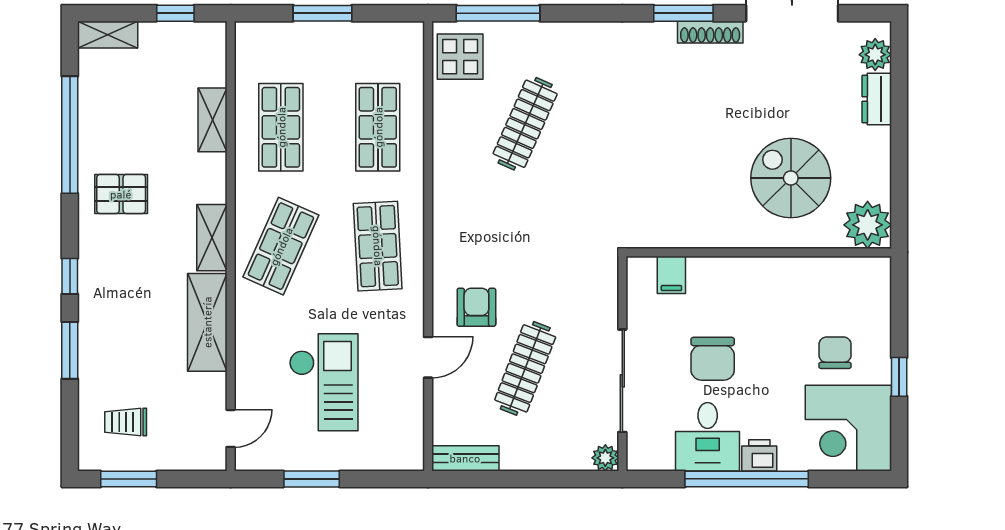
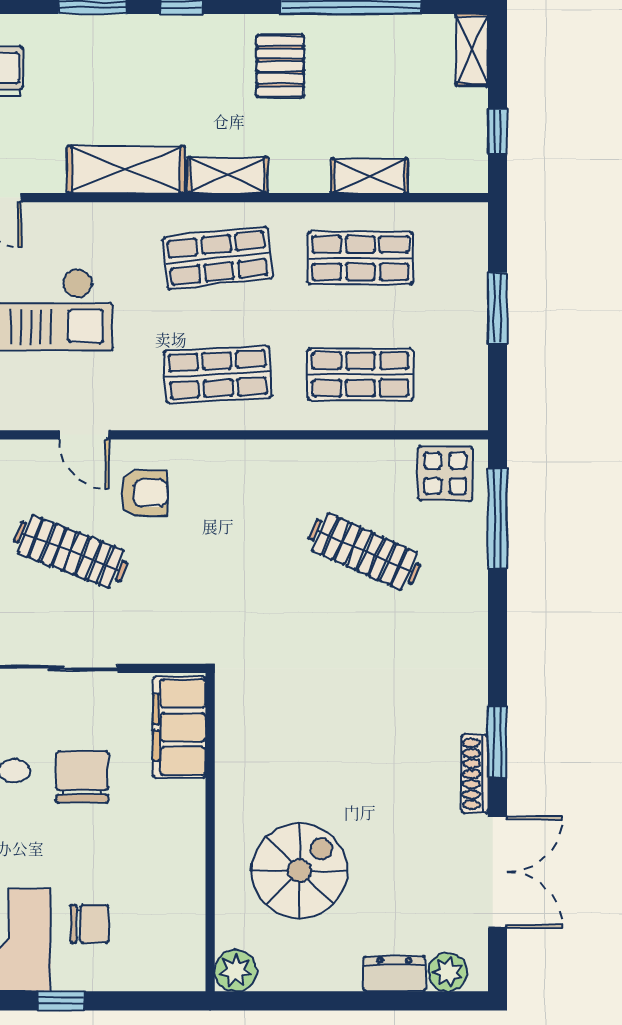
plant: (868, 225) -> (236, 971), width x0.73, depth x0.73
shop shelf: (281, 246) -> (218, 258), turned -30
filing cabinet: (671, 275) -> (179, 727), width x3.00, depth x1.17
chair: (713, 359) -> (82, 777), turned 90

